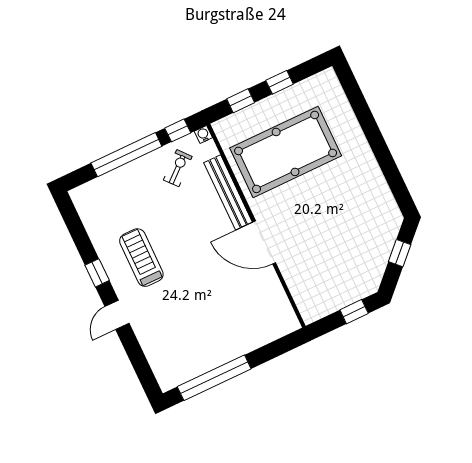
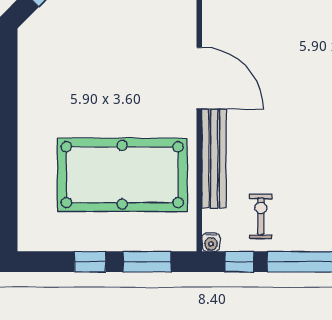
window: (241, 101) -> (147, 262), width x1.50
exercise bike: (178, 168) -> (261, 216), turned 131

